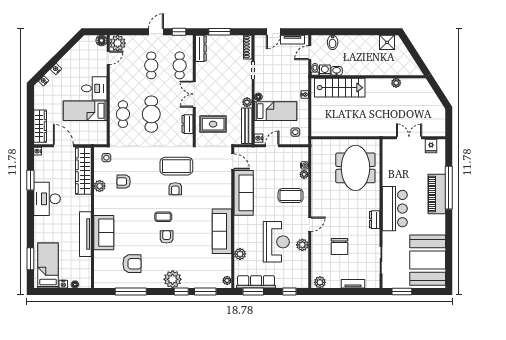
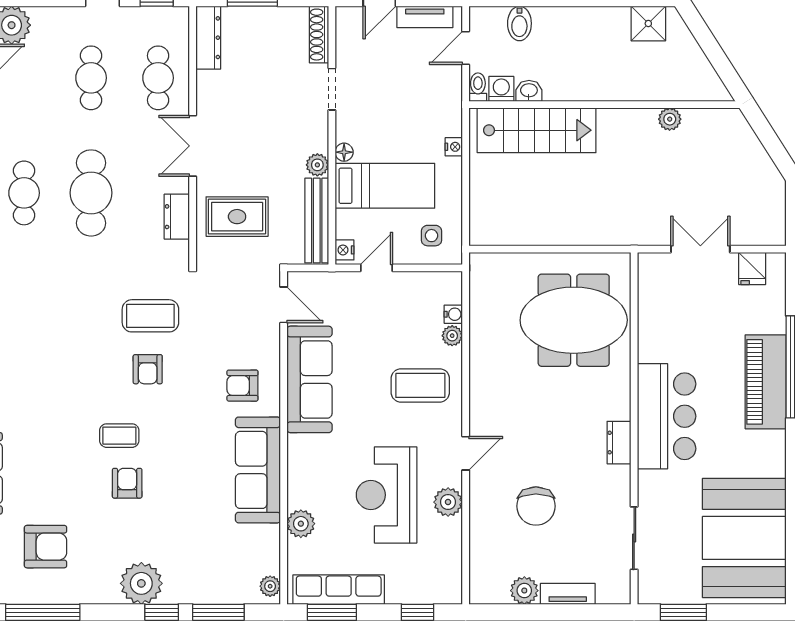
coffee table: (176, 166) -> (150, 316), width x0.73, depth x0.76
meeting table: (355, 168) -> (574, 320), turned 90
armchair: (124, 182) -> (242, 386), moved
reception desk: (276, 242) -> (387, 495), turned 180
plant: (320, 282) -> (524, 591), moved

